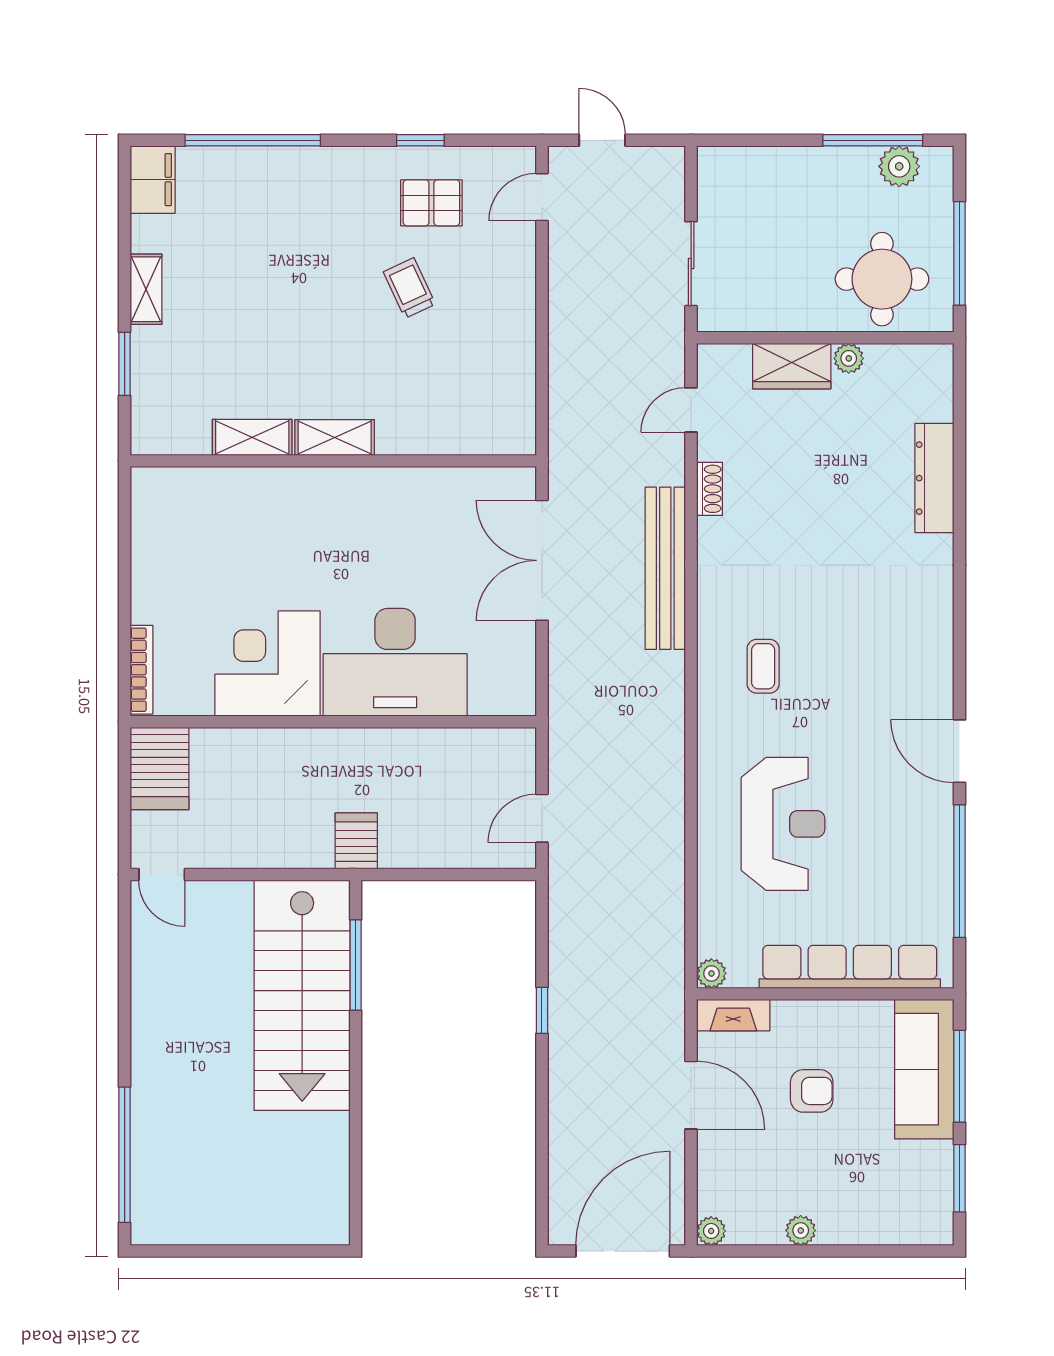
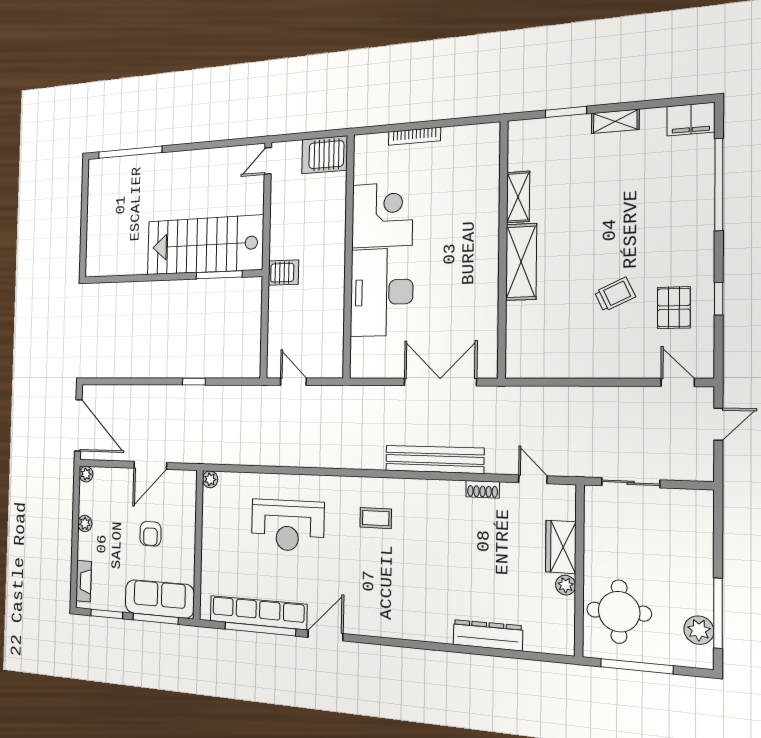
shelving: (335, 437) -> (521, 262), width x1.50, depth x1.33
bookcase: (141, 670) -> (414, 136), moved
row of seats: (850, 967) -> (258, 613), moved, turned -90
fireplace: (733, 1015) -> (84, 581), moved, turned 180

